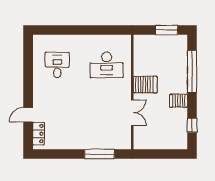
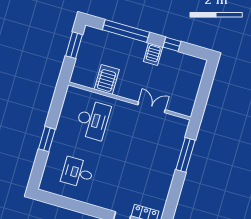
window: (79, 30) -> (47, 139), added
server rack: (145, 85) -> (107, 79), moved
window: (192, 125) -> (172, 44), moved

